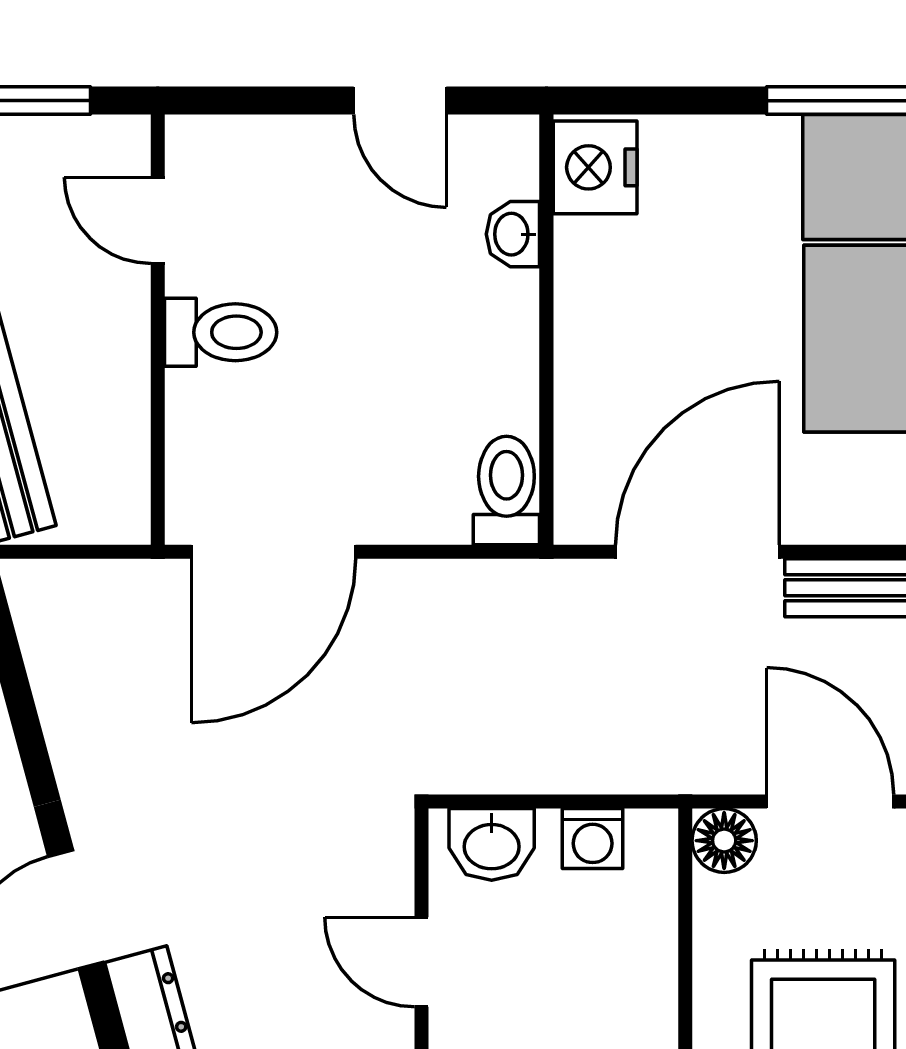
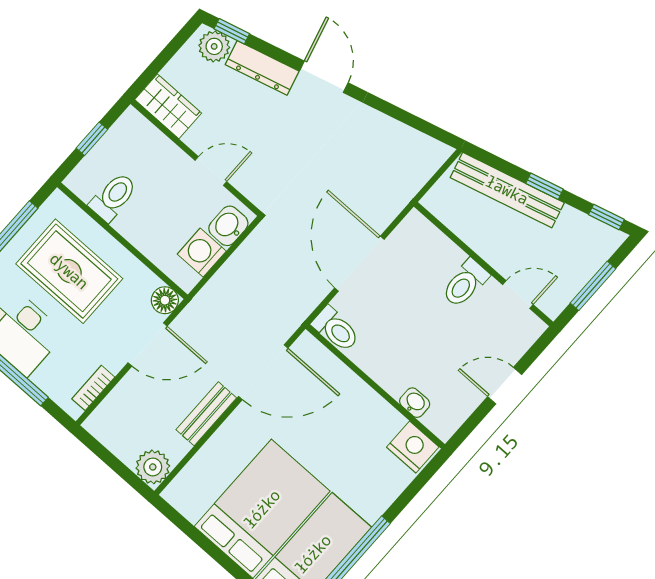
door: (400, 101) -> (505, 386), moved
door: (274, 552) -> (359, 264), moved
door: (697, 552) -> (263, 372), hinge flipped
washing machine: (593, 839) -> (202, 253), width x1.38, depth x1.38

